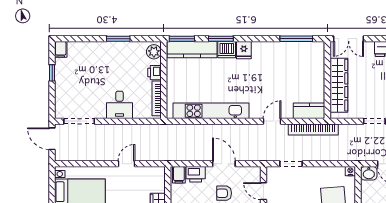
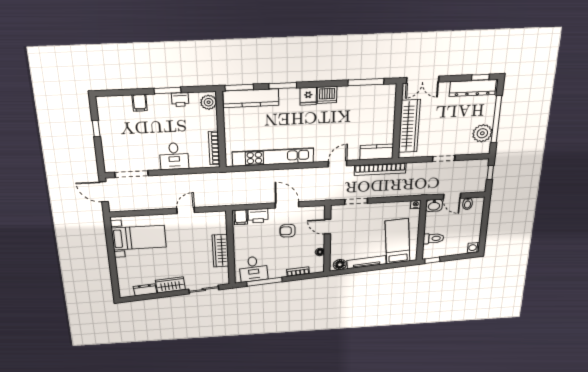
filing cabinet: (61, 49) -> (140, 103), moved
dishwasher: (227, 50) -> (327, 95), moved
printer: (154, 73) -> (180, 100), moved, turned -90

